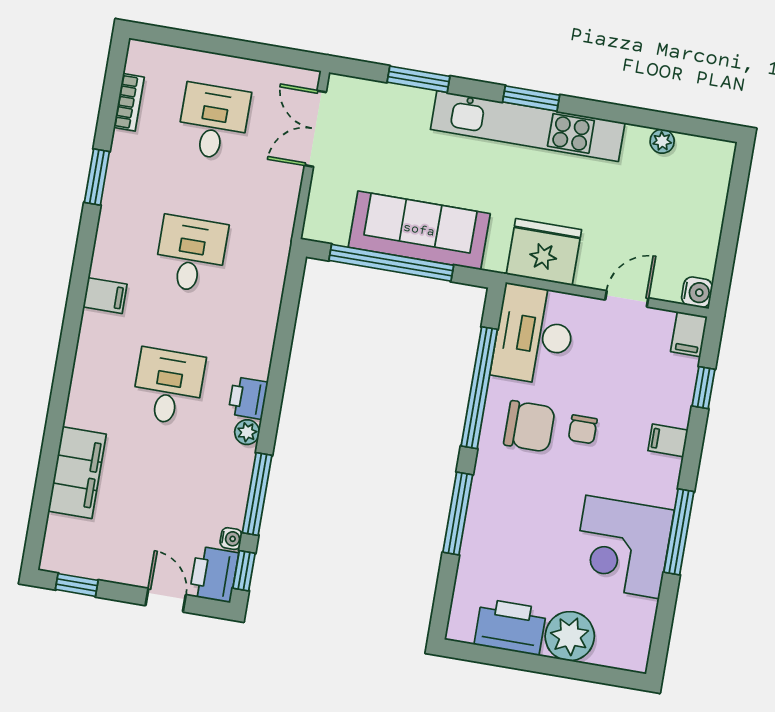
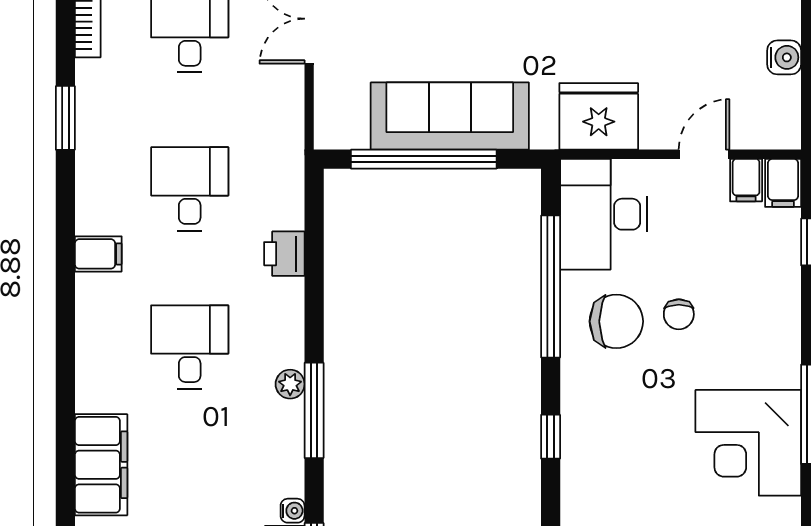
water cooler: (697, 292) -> (784, 57), moved
printer: (248, 398) -> (284, 254), moved
filing cabinet: (668, 440) -> (746, 180), moved, turned -90
window: (257, 494) -> (314, 410), moved
window: (458, 513) -> (551, 437), width x0.46

